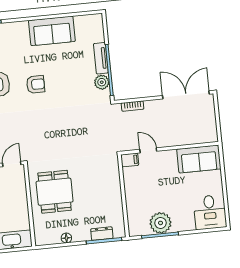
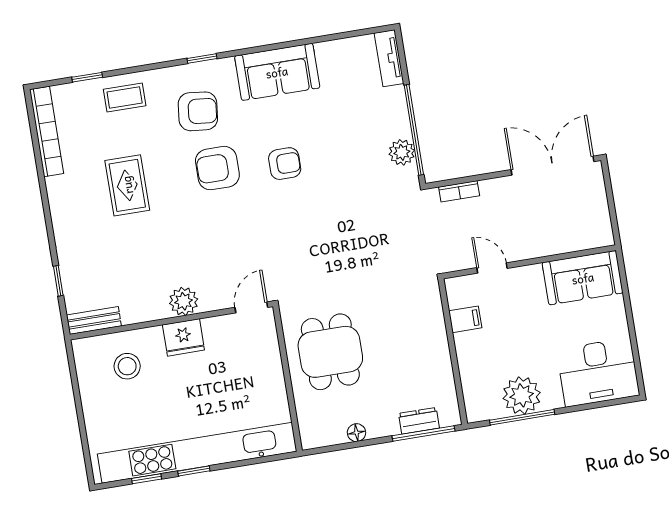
sofa: (52, 31) -> (277, 72), moved
tv unit: (101, 58) -> (389, 58), moved
filing cabinet: (130, 160) -> (465, 319), moved
desk: (210, 212) -> (598, 372), width x1.37

